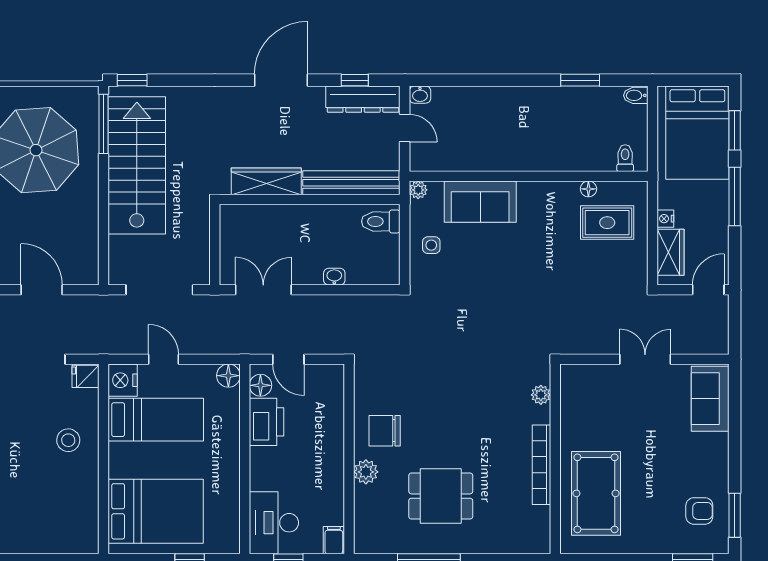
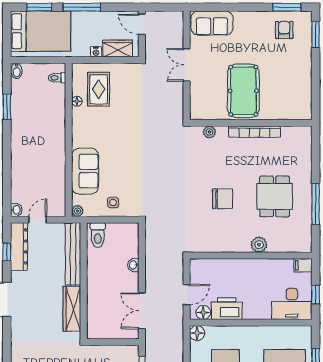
chair: (385, 431) -> (223, 199), moved, turned -90
pool table: (596, 493) -> (243, 91), moved, turned 90

